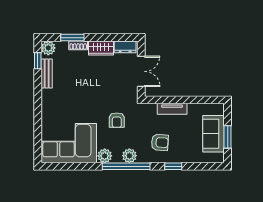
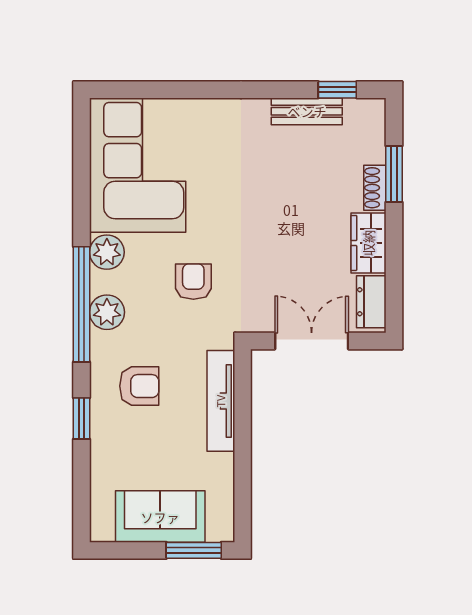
plant: (48, 48) -> (369, 115), removed
double door: (141, 71) -> (312, 341), swing flipped
tv unit: (172, 109) -> (221, 401), width x1.41
armchair: (117, 120) -> (193, 282), turned 90
window: (228, 137) -> (194, 550), moved
armchair: (160, 142) -> (139, 386), turned -94

